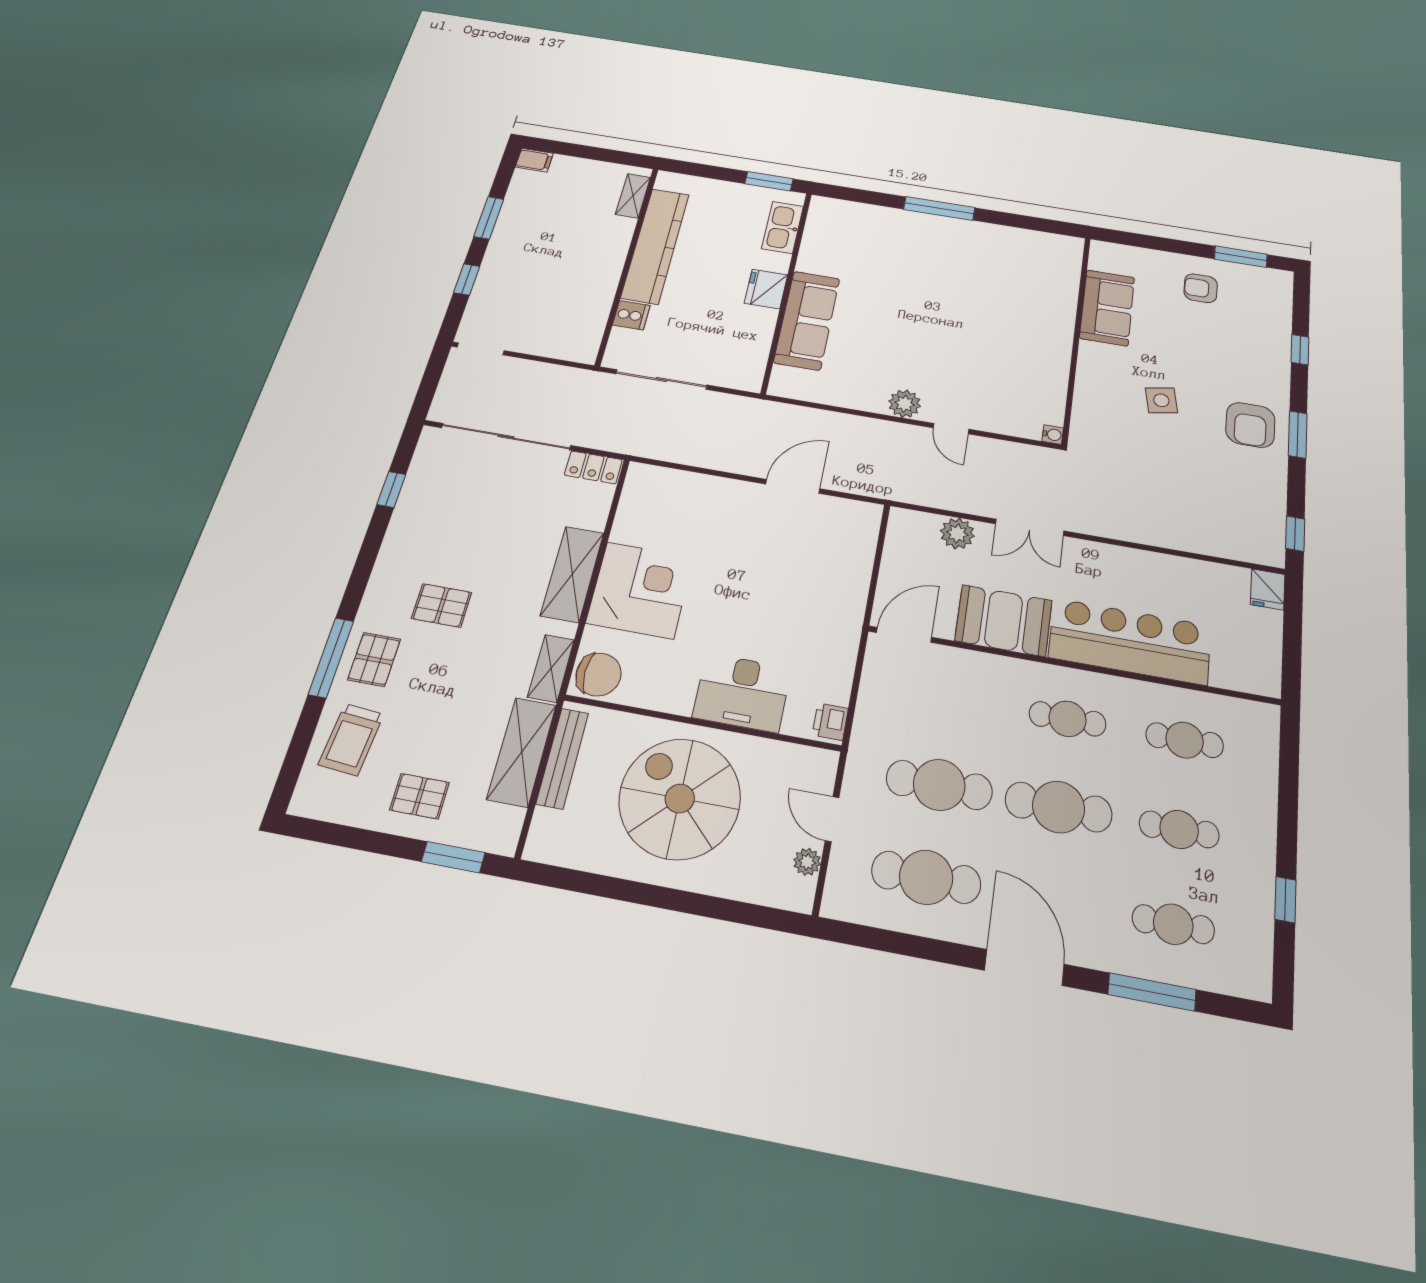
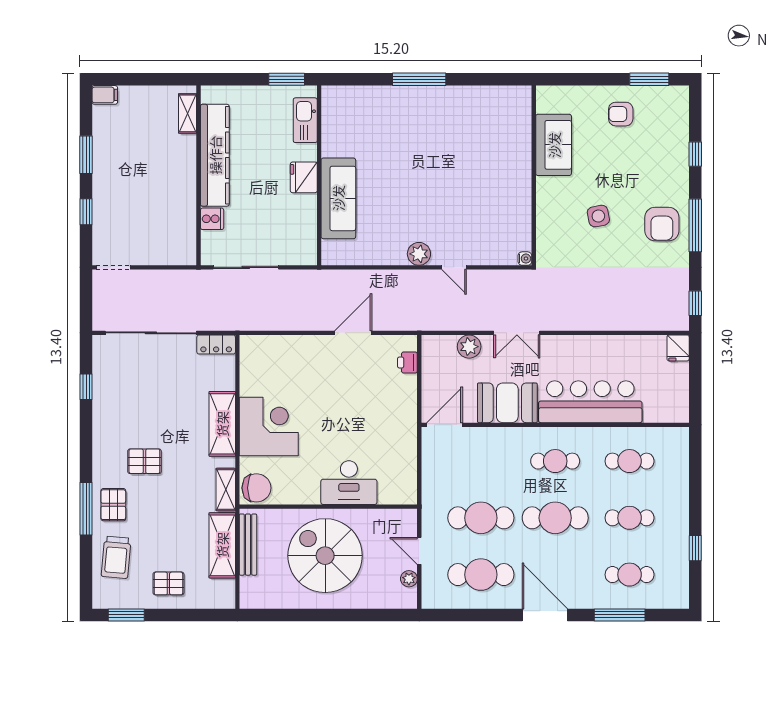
window: (1298, 435) -> (695, 225), width x1.44
printer: (830, 722) -> (407, 362), moved
window: (453, 857) -> (126, 615), moved

